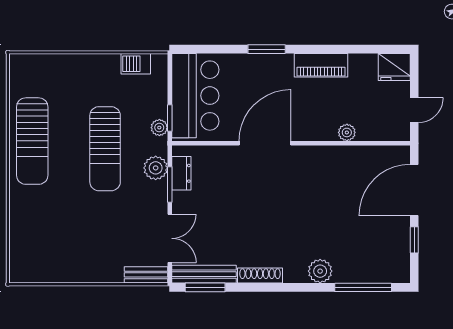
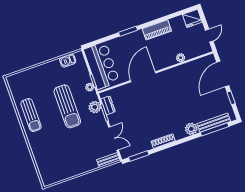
sun lounger: (32, 141) -> (31, 115), width x0.73, depth x0.75
bench: (204, 274) -> (214, 123), moved

